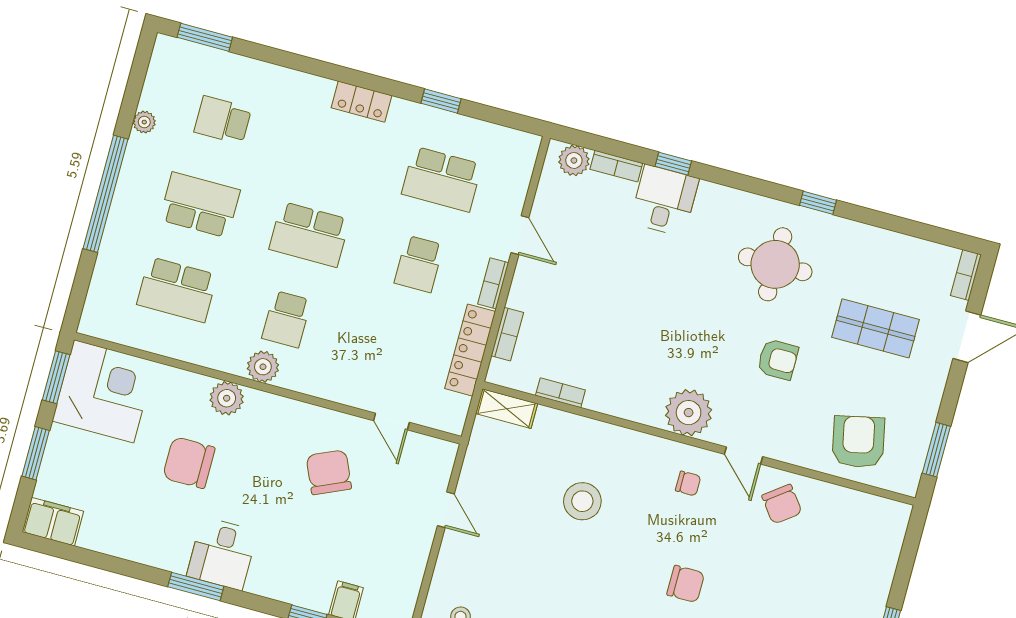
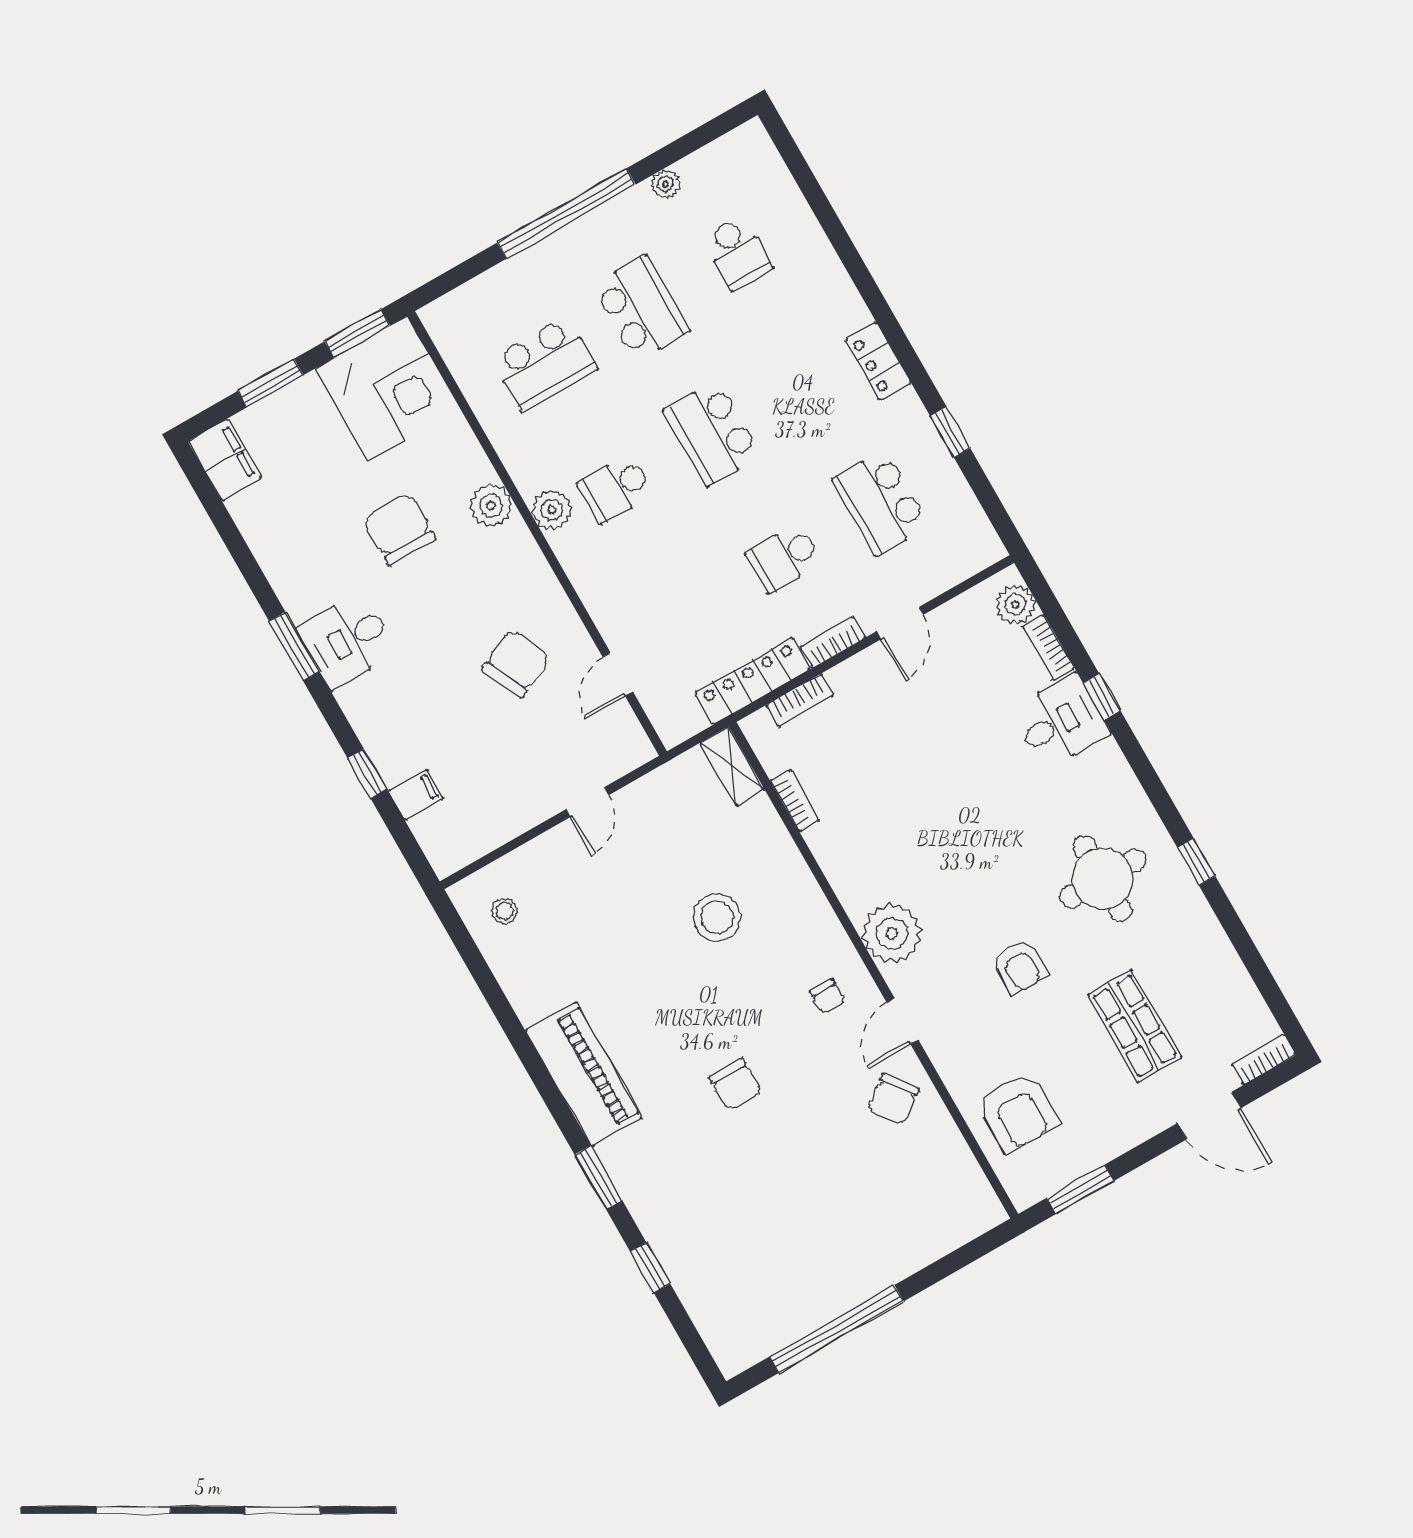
window: (205, 37) -> (796, 163), removed
school desk: (223, 120) -> (738, 253), turned 180
school desk: (177, 290) -> (544, 364), turned -90
armchair: (858, 442) -> (1018, 1112), turned 102

